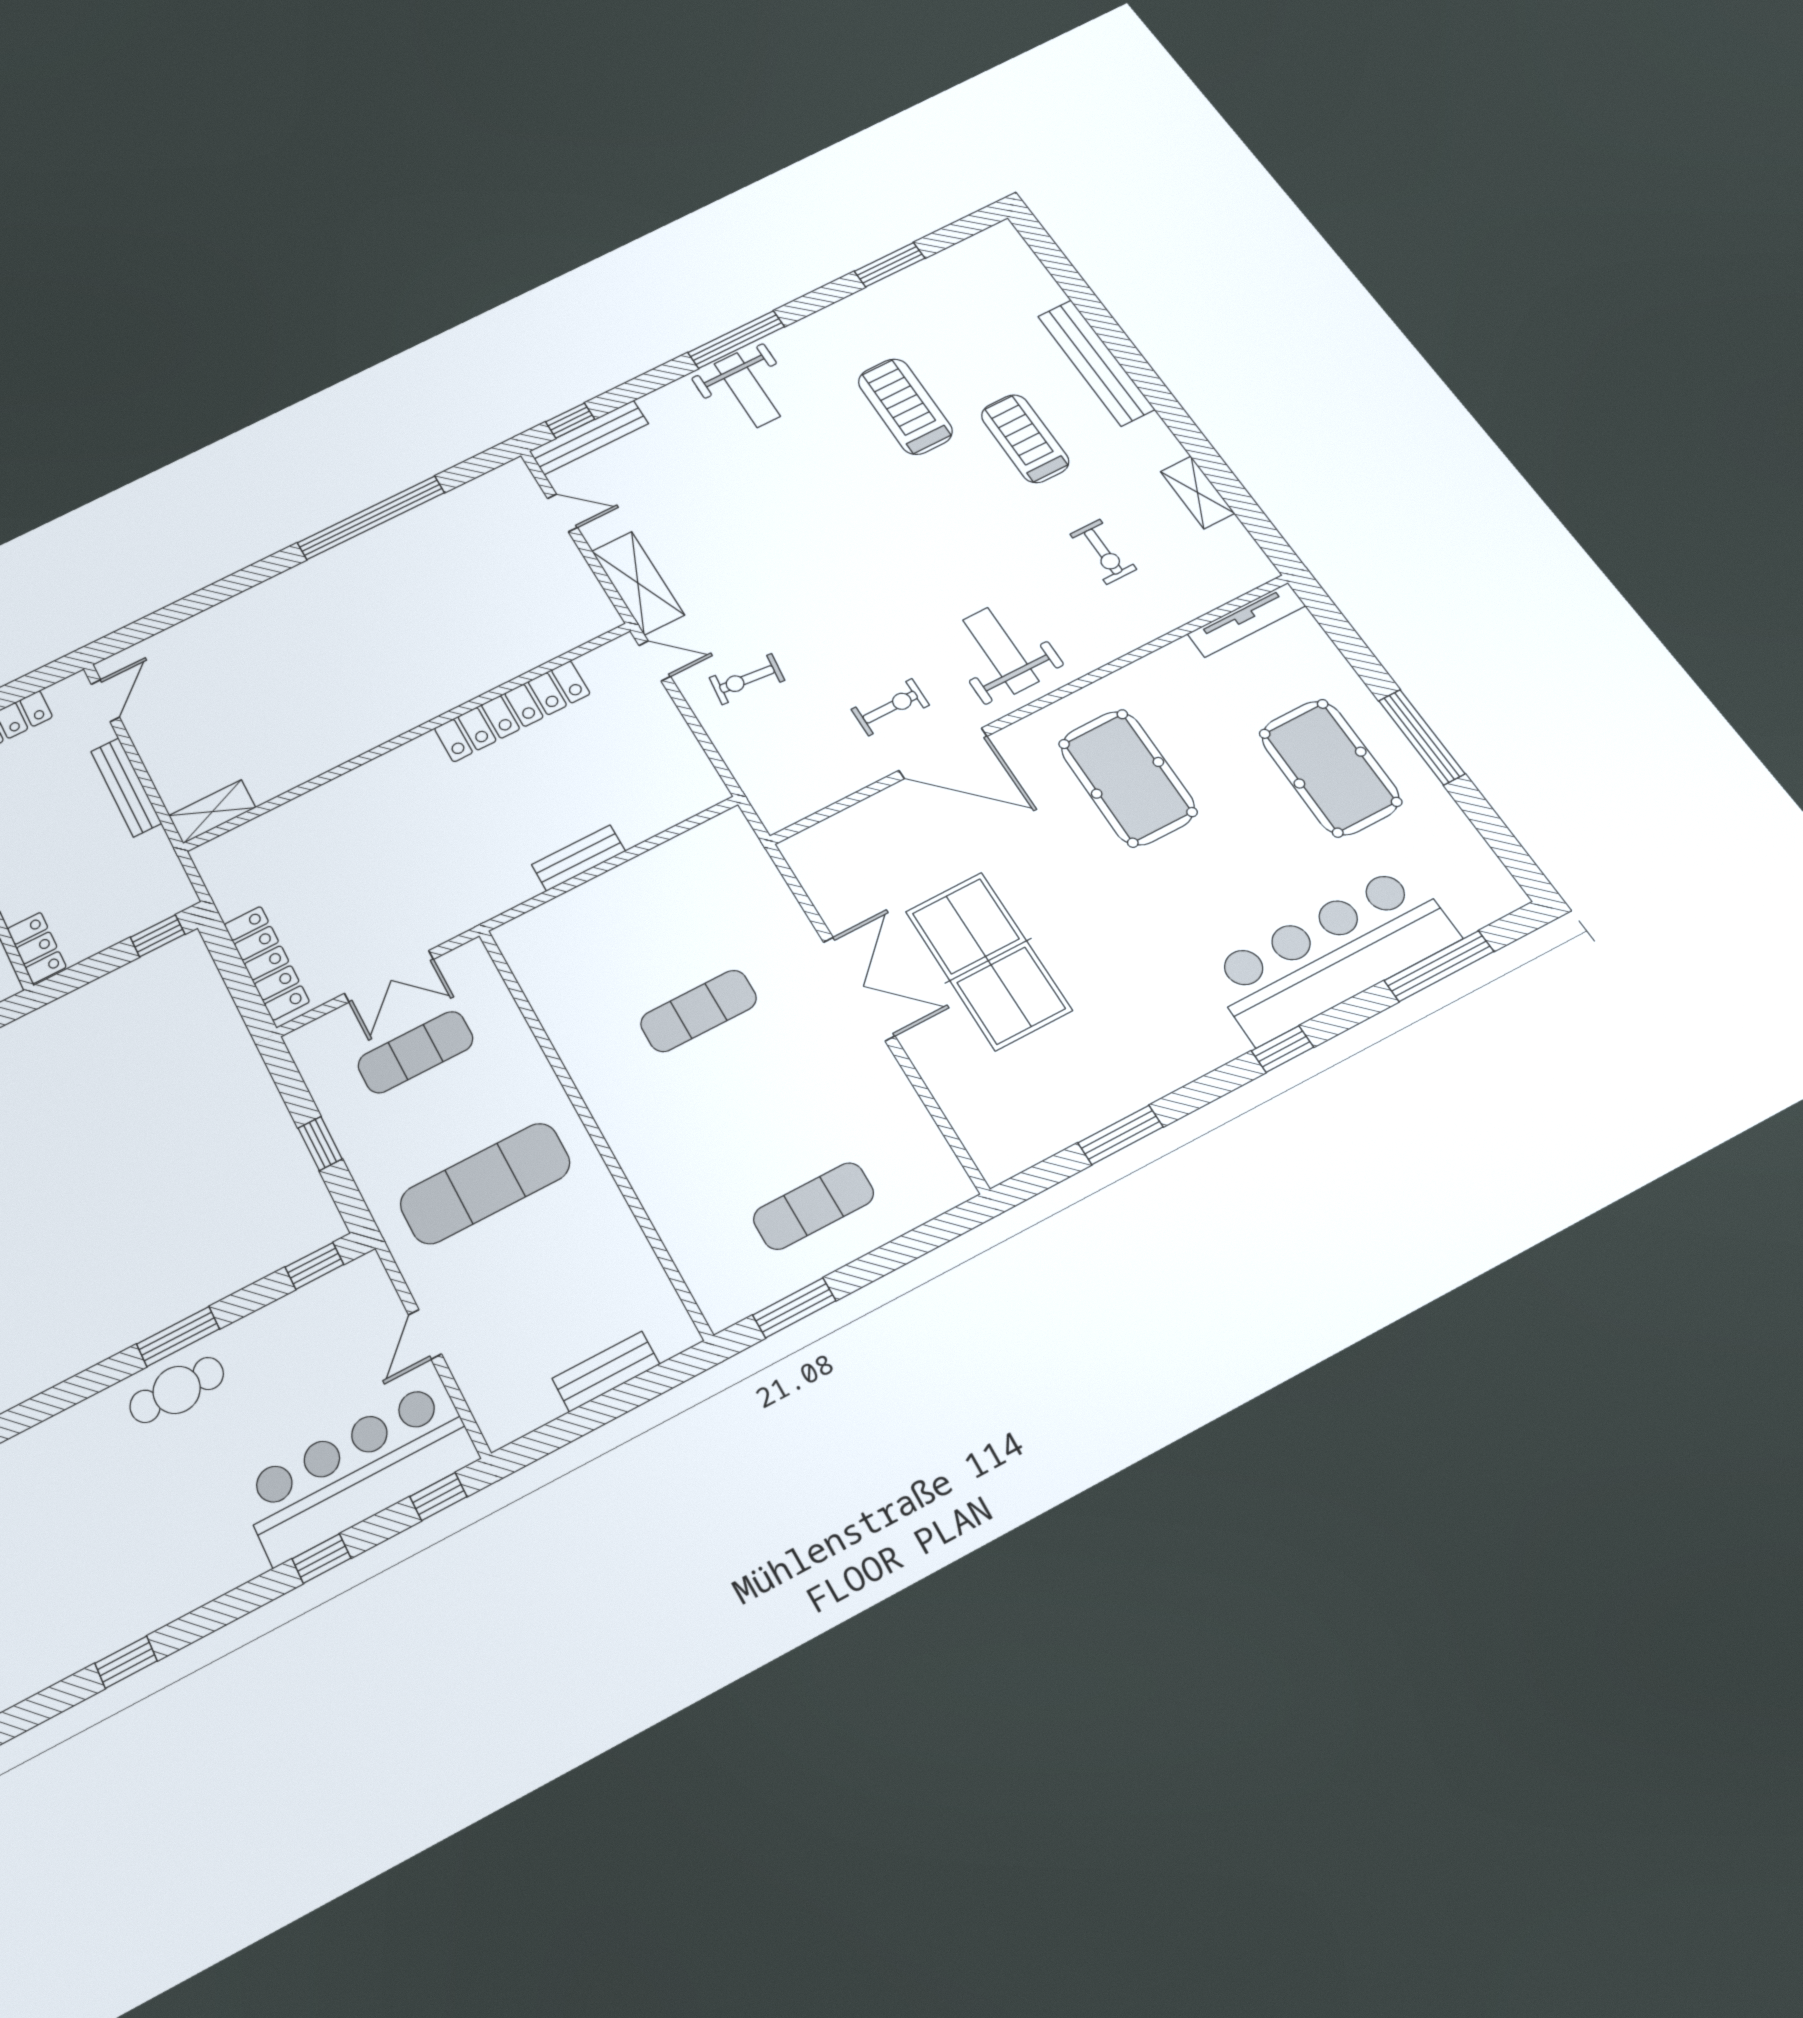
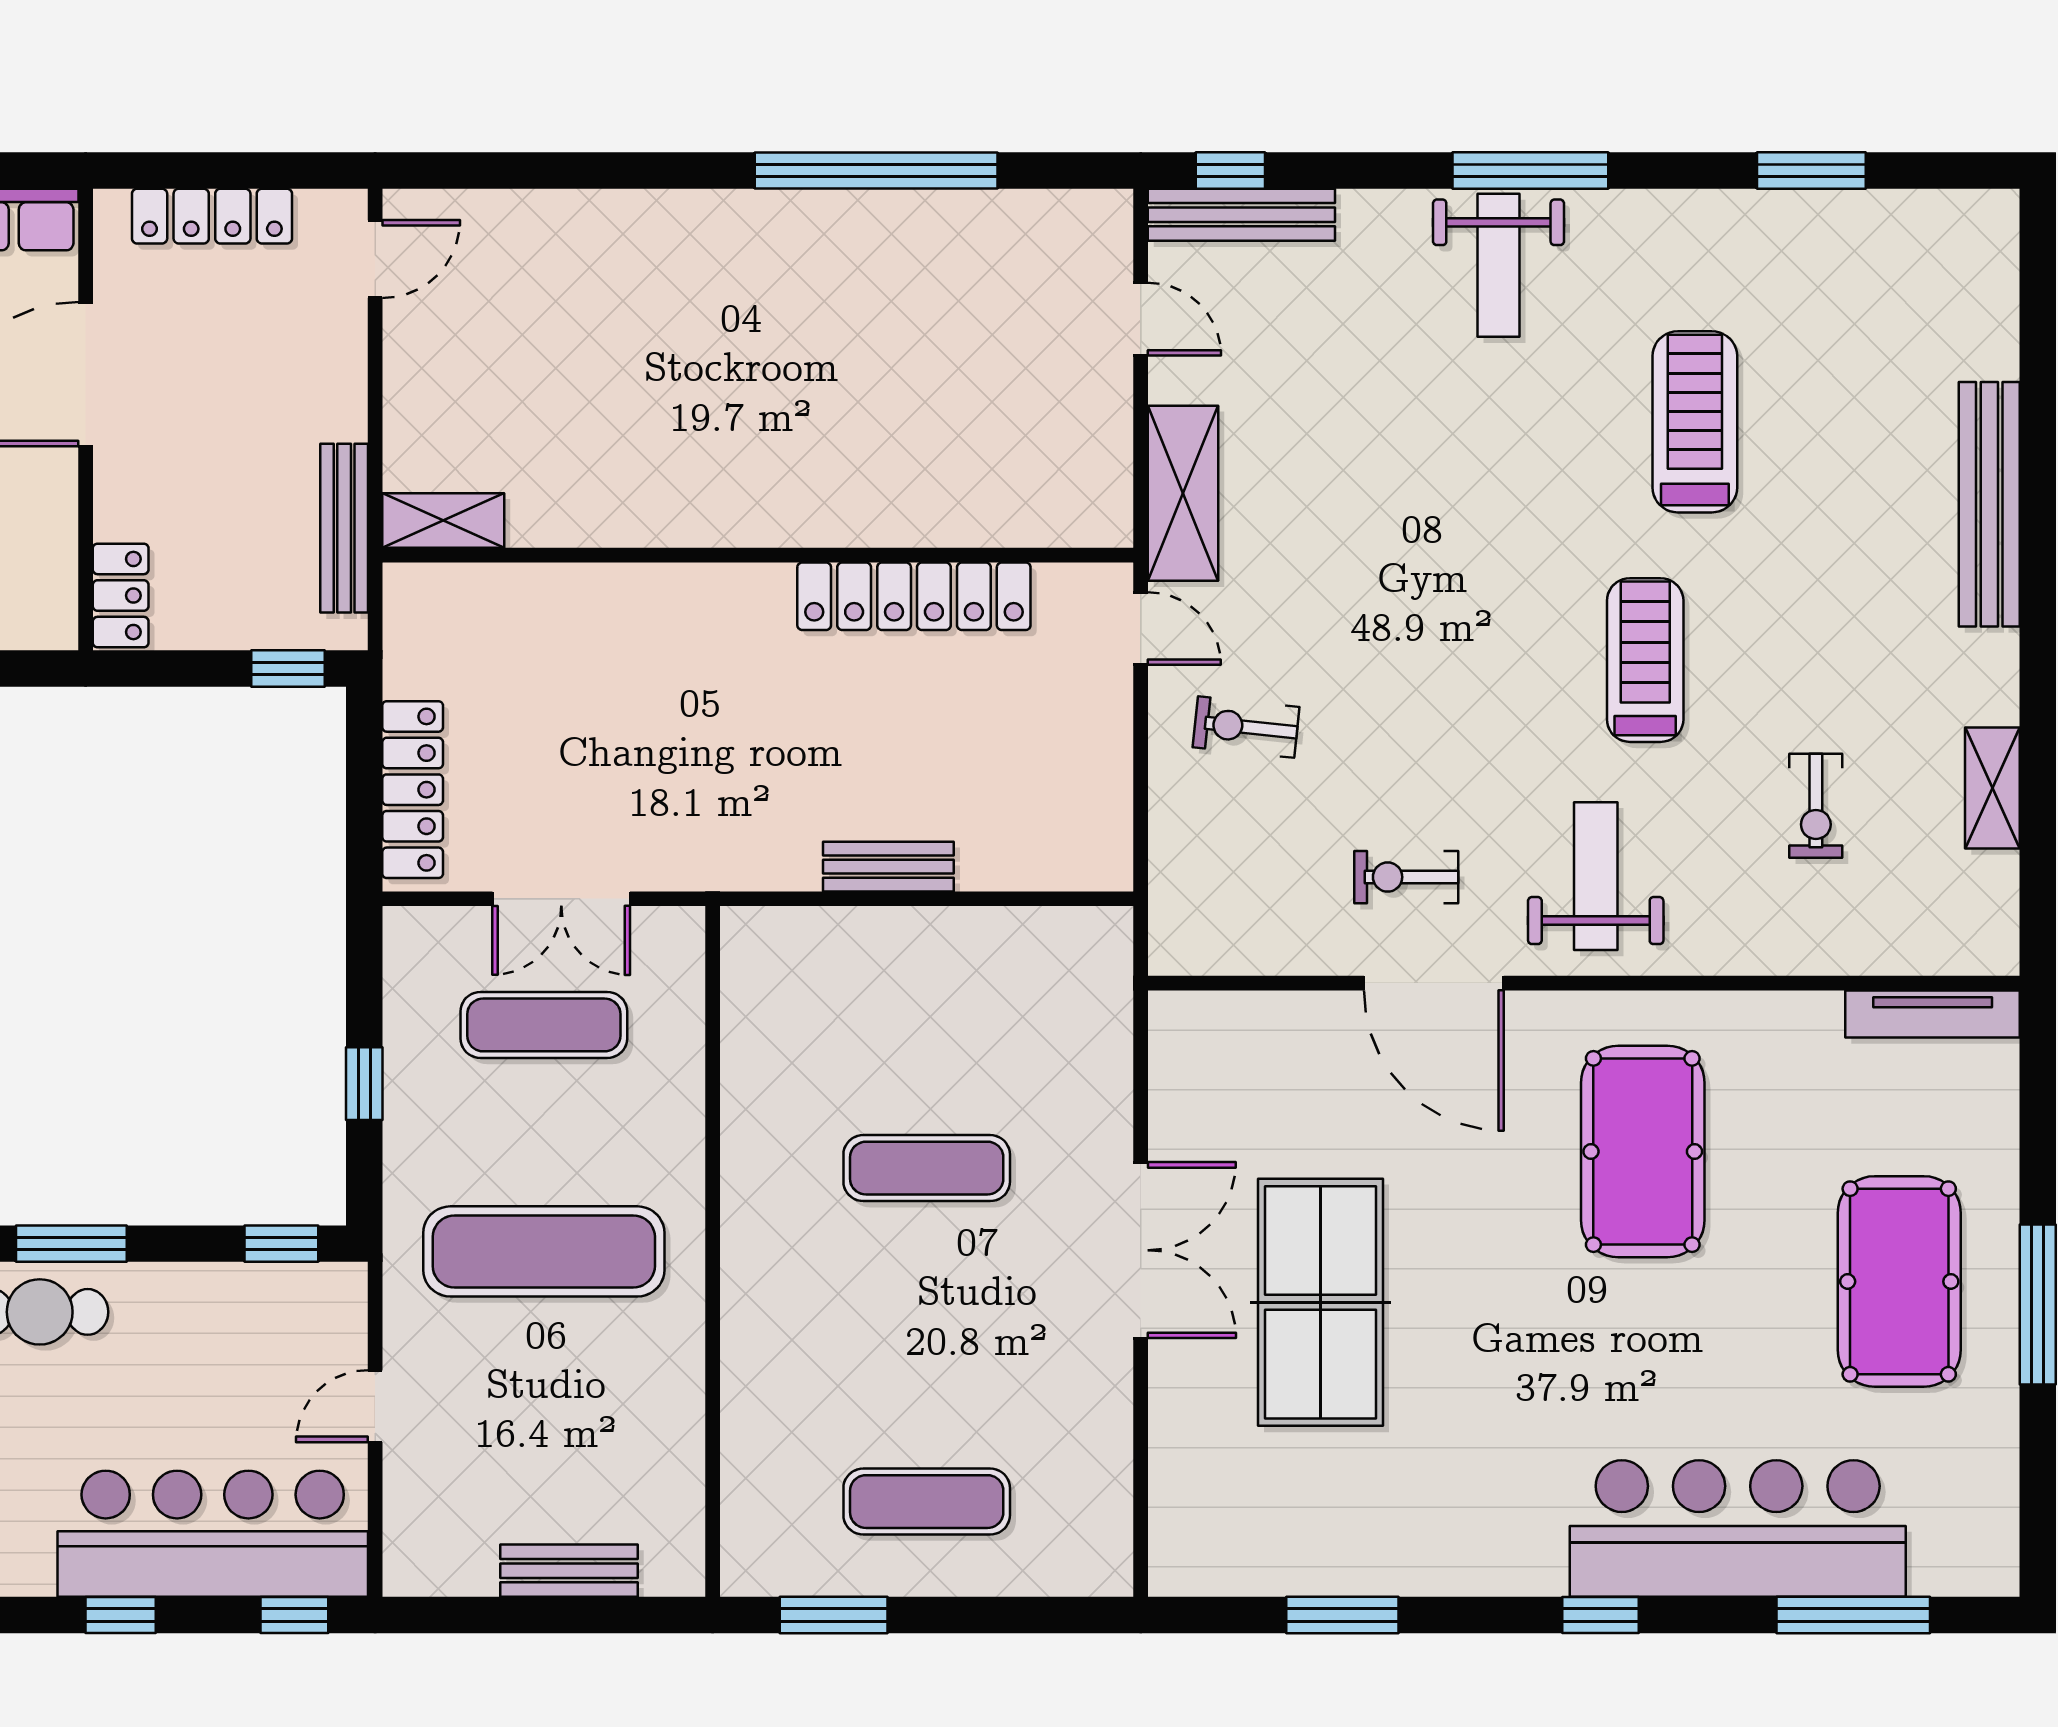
treadmill: (1025, 439) -> (1645, 660), moved
exercise bike: (890, 707) -> (1406, 877), turned 180
bench: (126, 787) -> (344, 528), moved

